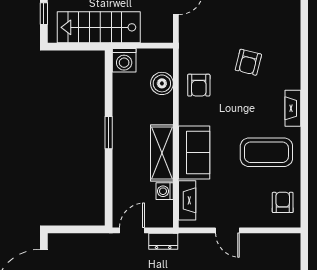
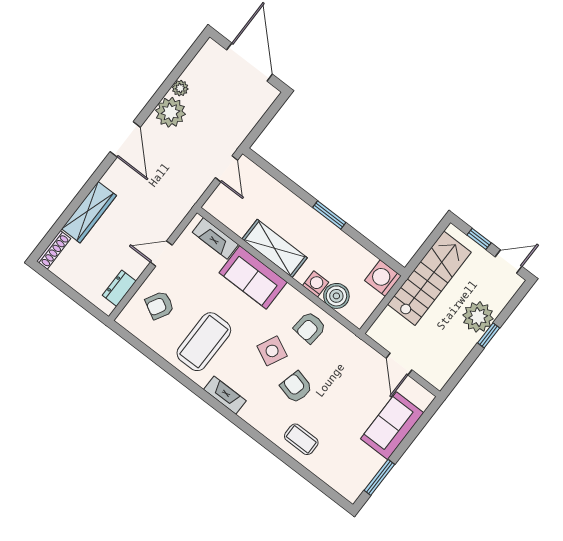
coffee table: (282, 30) -> (301, 439), added
armchair: (199, 85) -> (310, 327), turned -85
side table: (236, 99) -> (272, 351), added
washing machine: (165, 191) -> (316, 284), moved
armchair: (283, 202) -> (160, 305), moved, turned 119
dresser: (163, 241) -> (119, 288), moved

